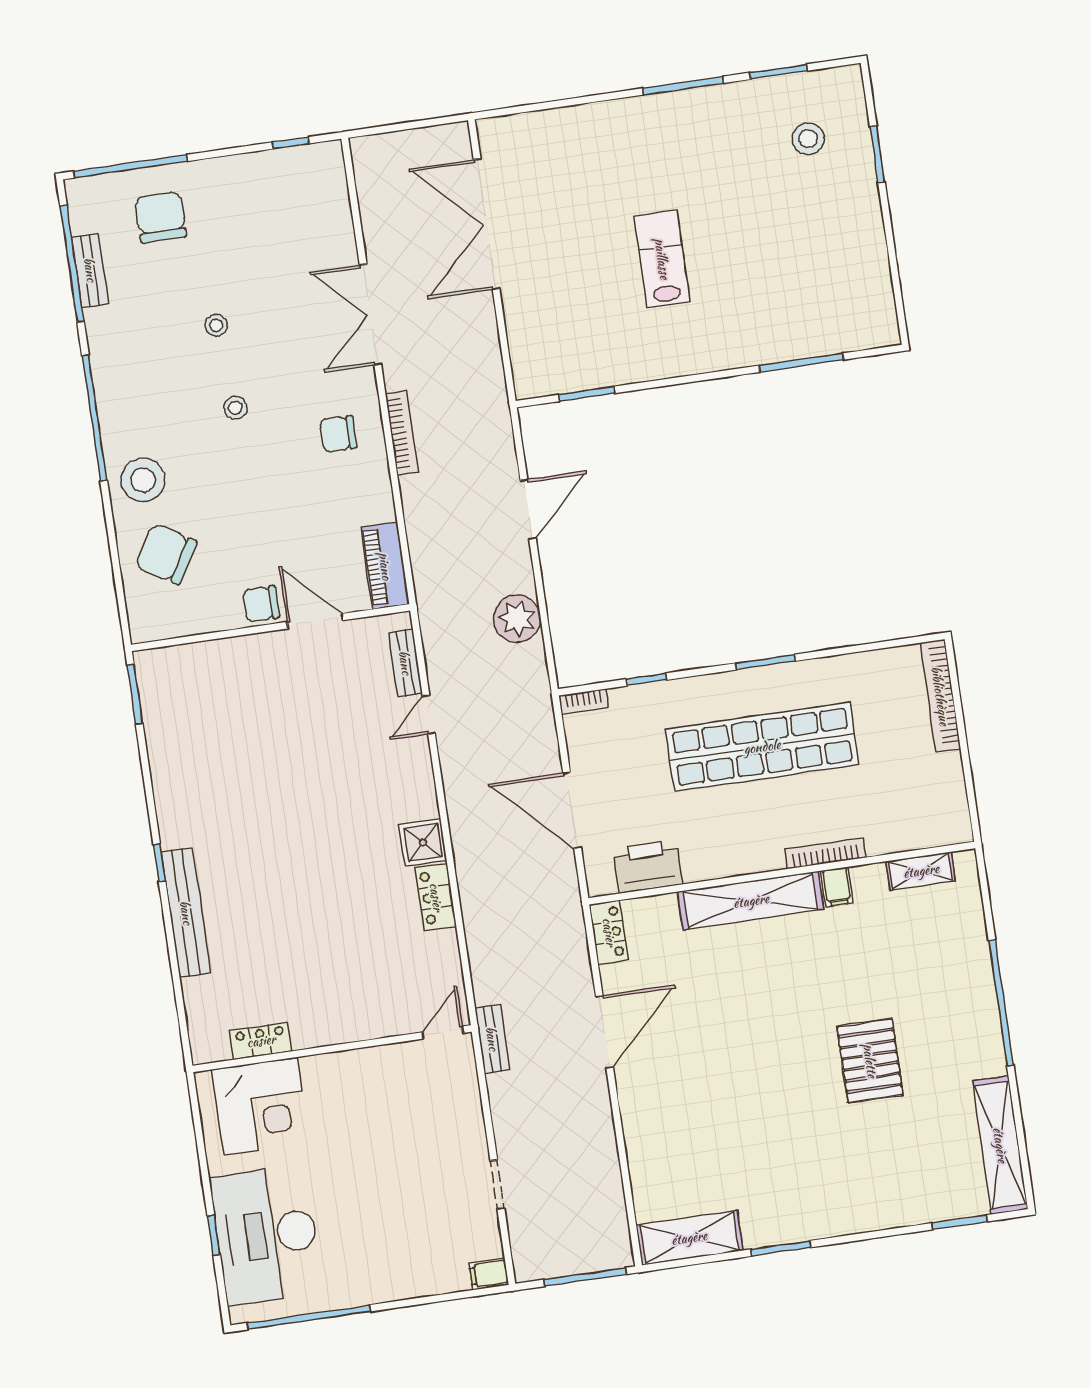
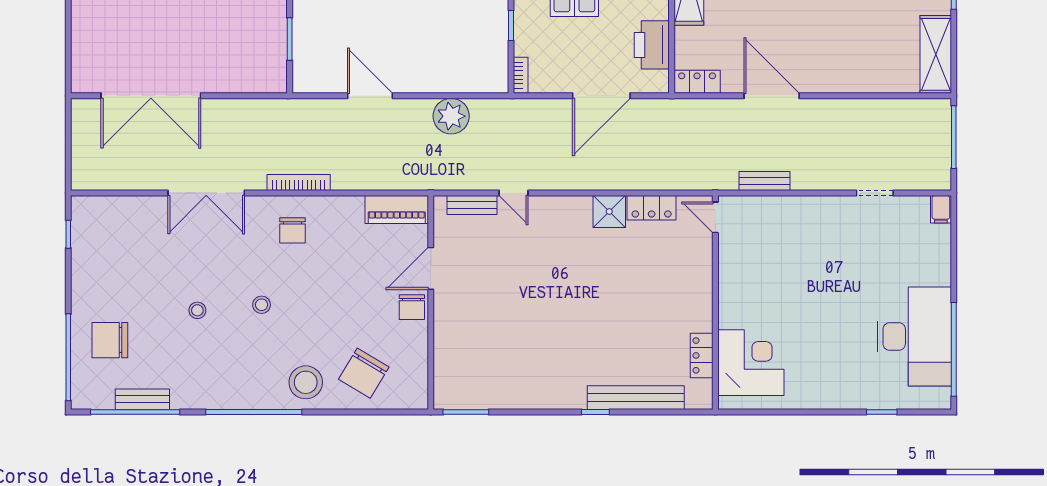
door: (443, 1033) -> (715, 217), moved
locker: (261, 1041) -> (702, 355), moved
wall: (332, 1049) -> (715, 303), moved
corner desk: (261, 1106) -> (751, 363), moved
desk: (266, 1235) -> (914, 336), moved, turned -90

